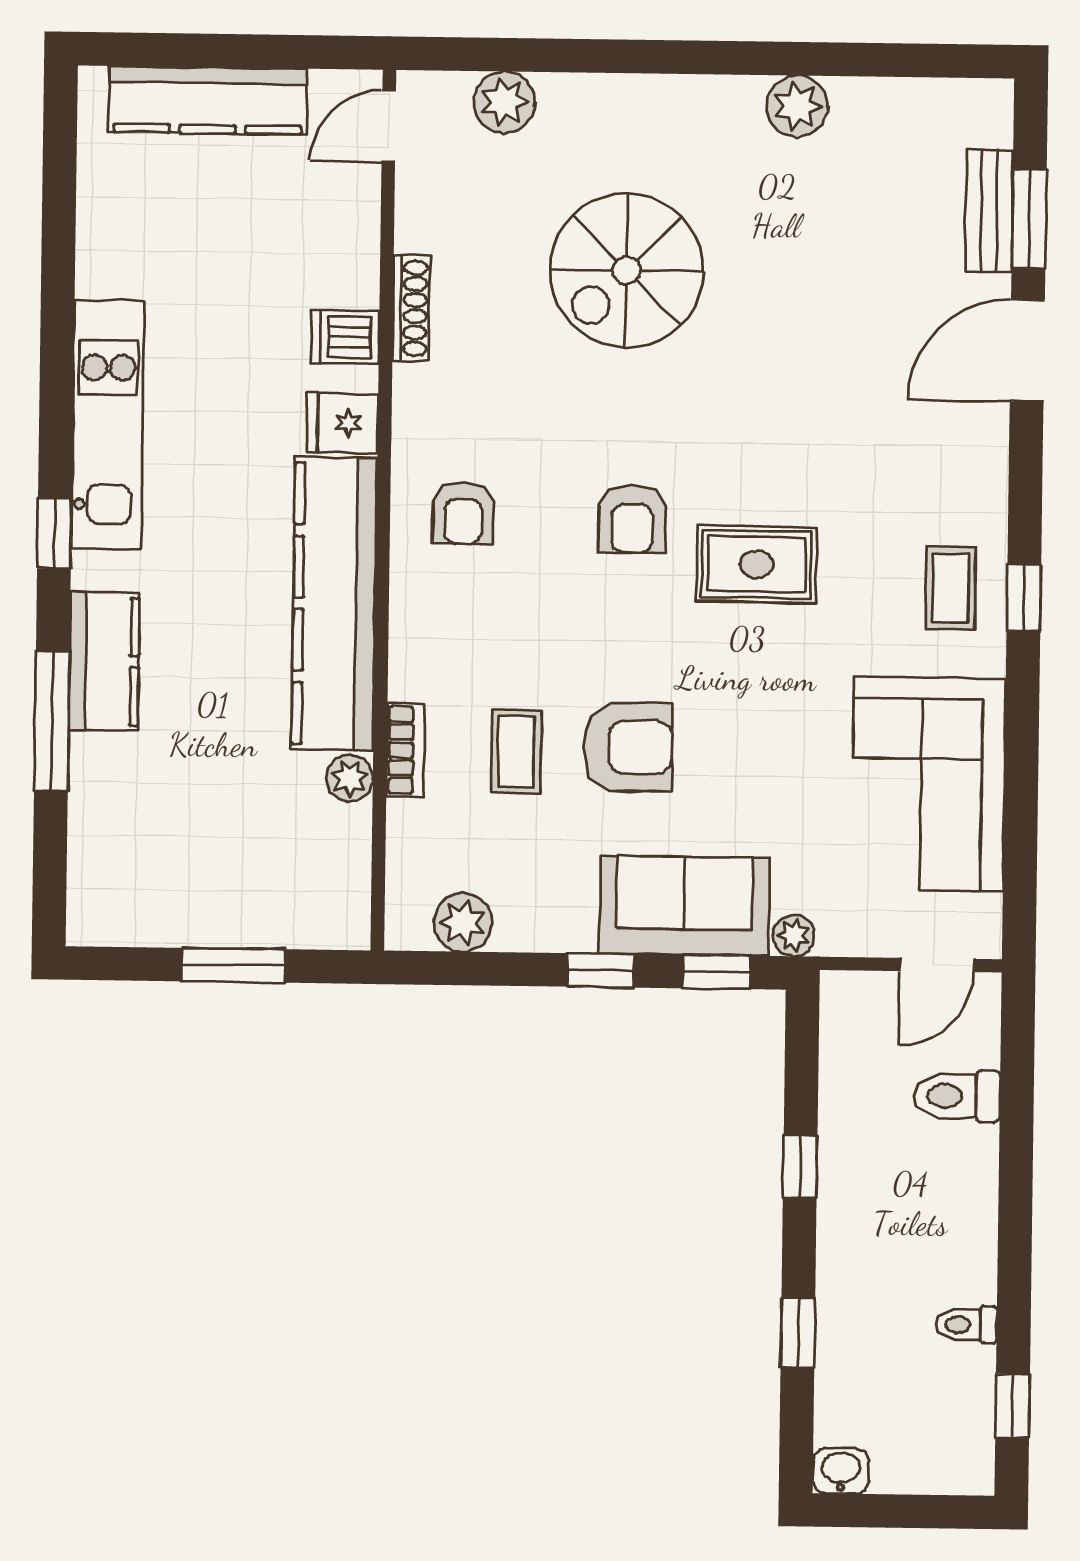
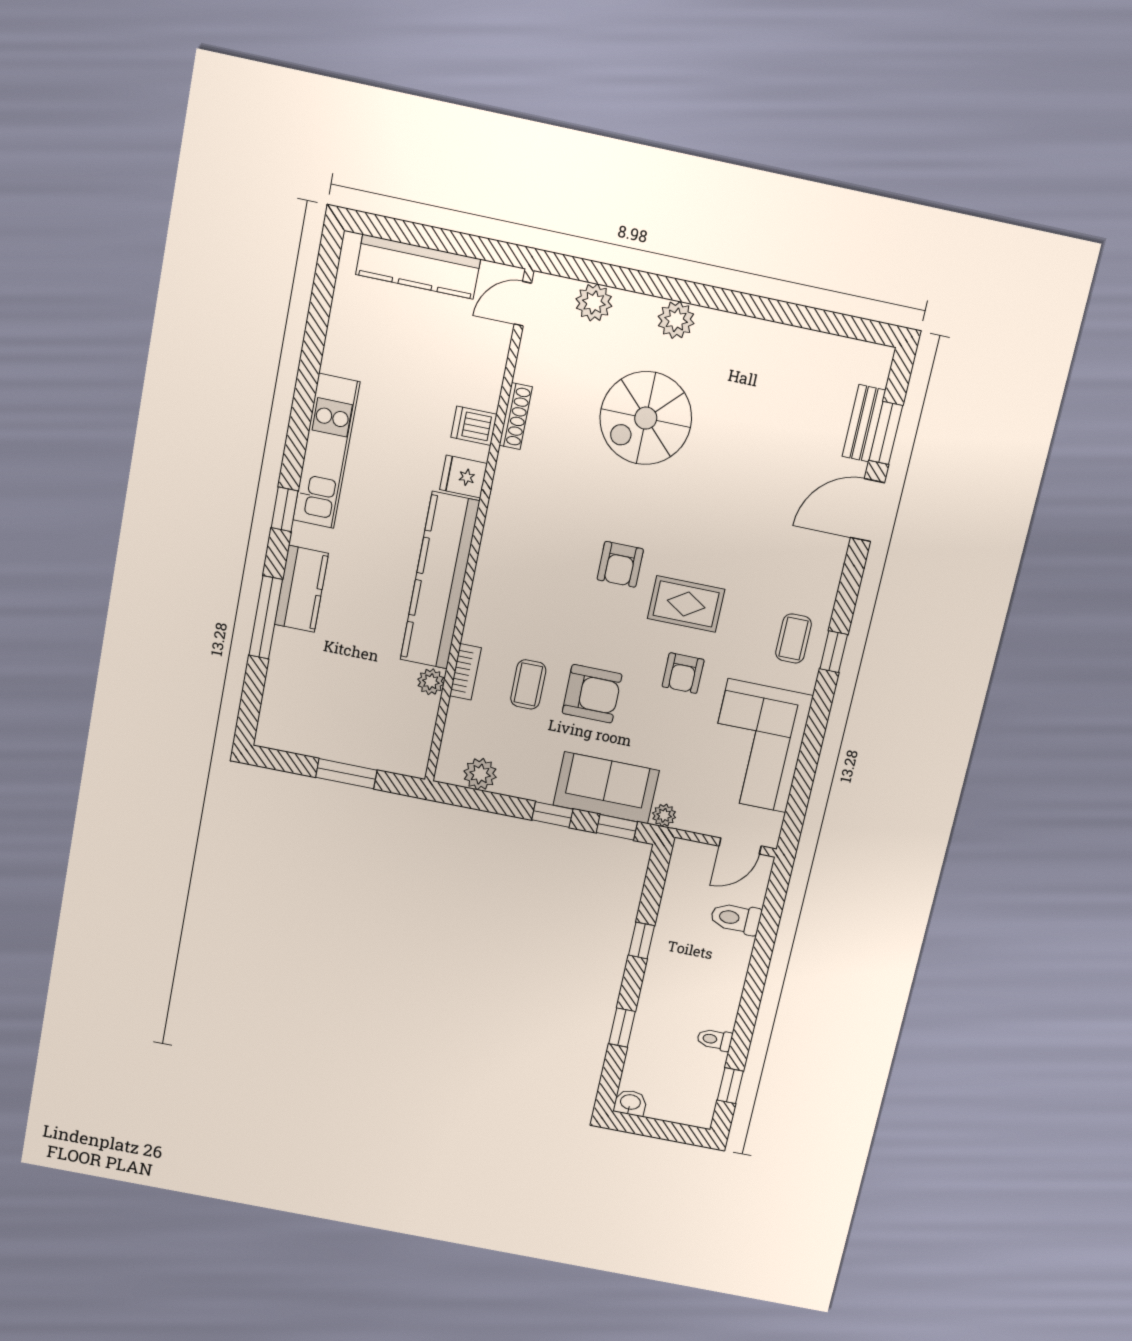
plant: (797, 106) -> (676, 320), moved
armchair: (463, 513) -> (683, 673), moved

